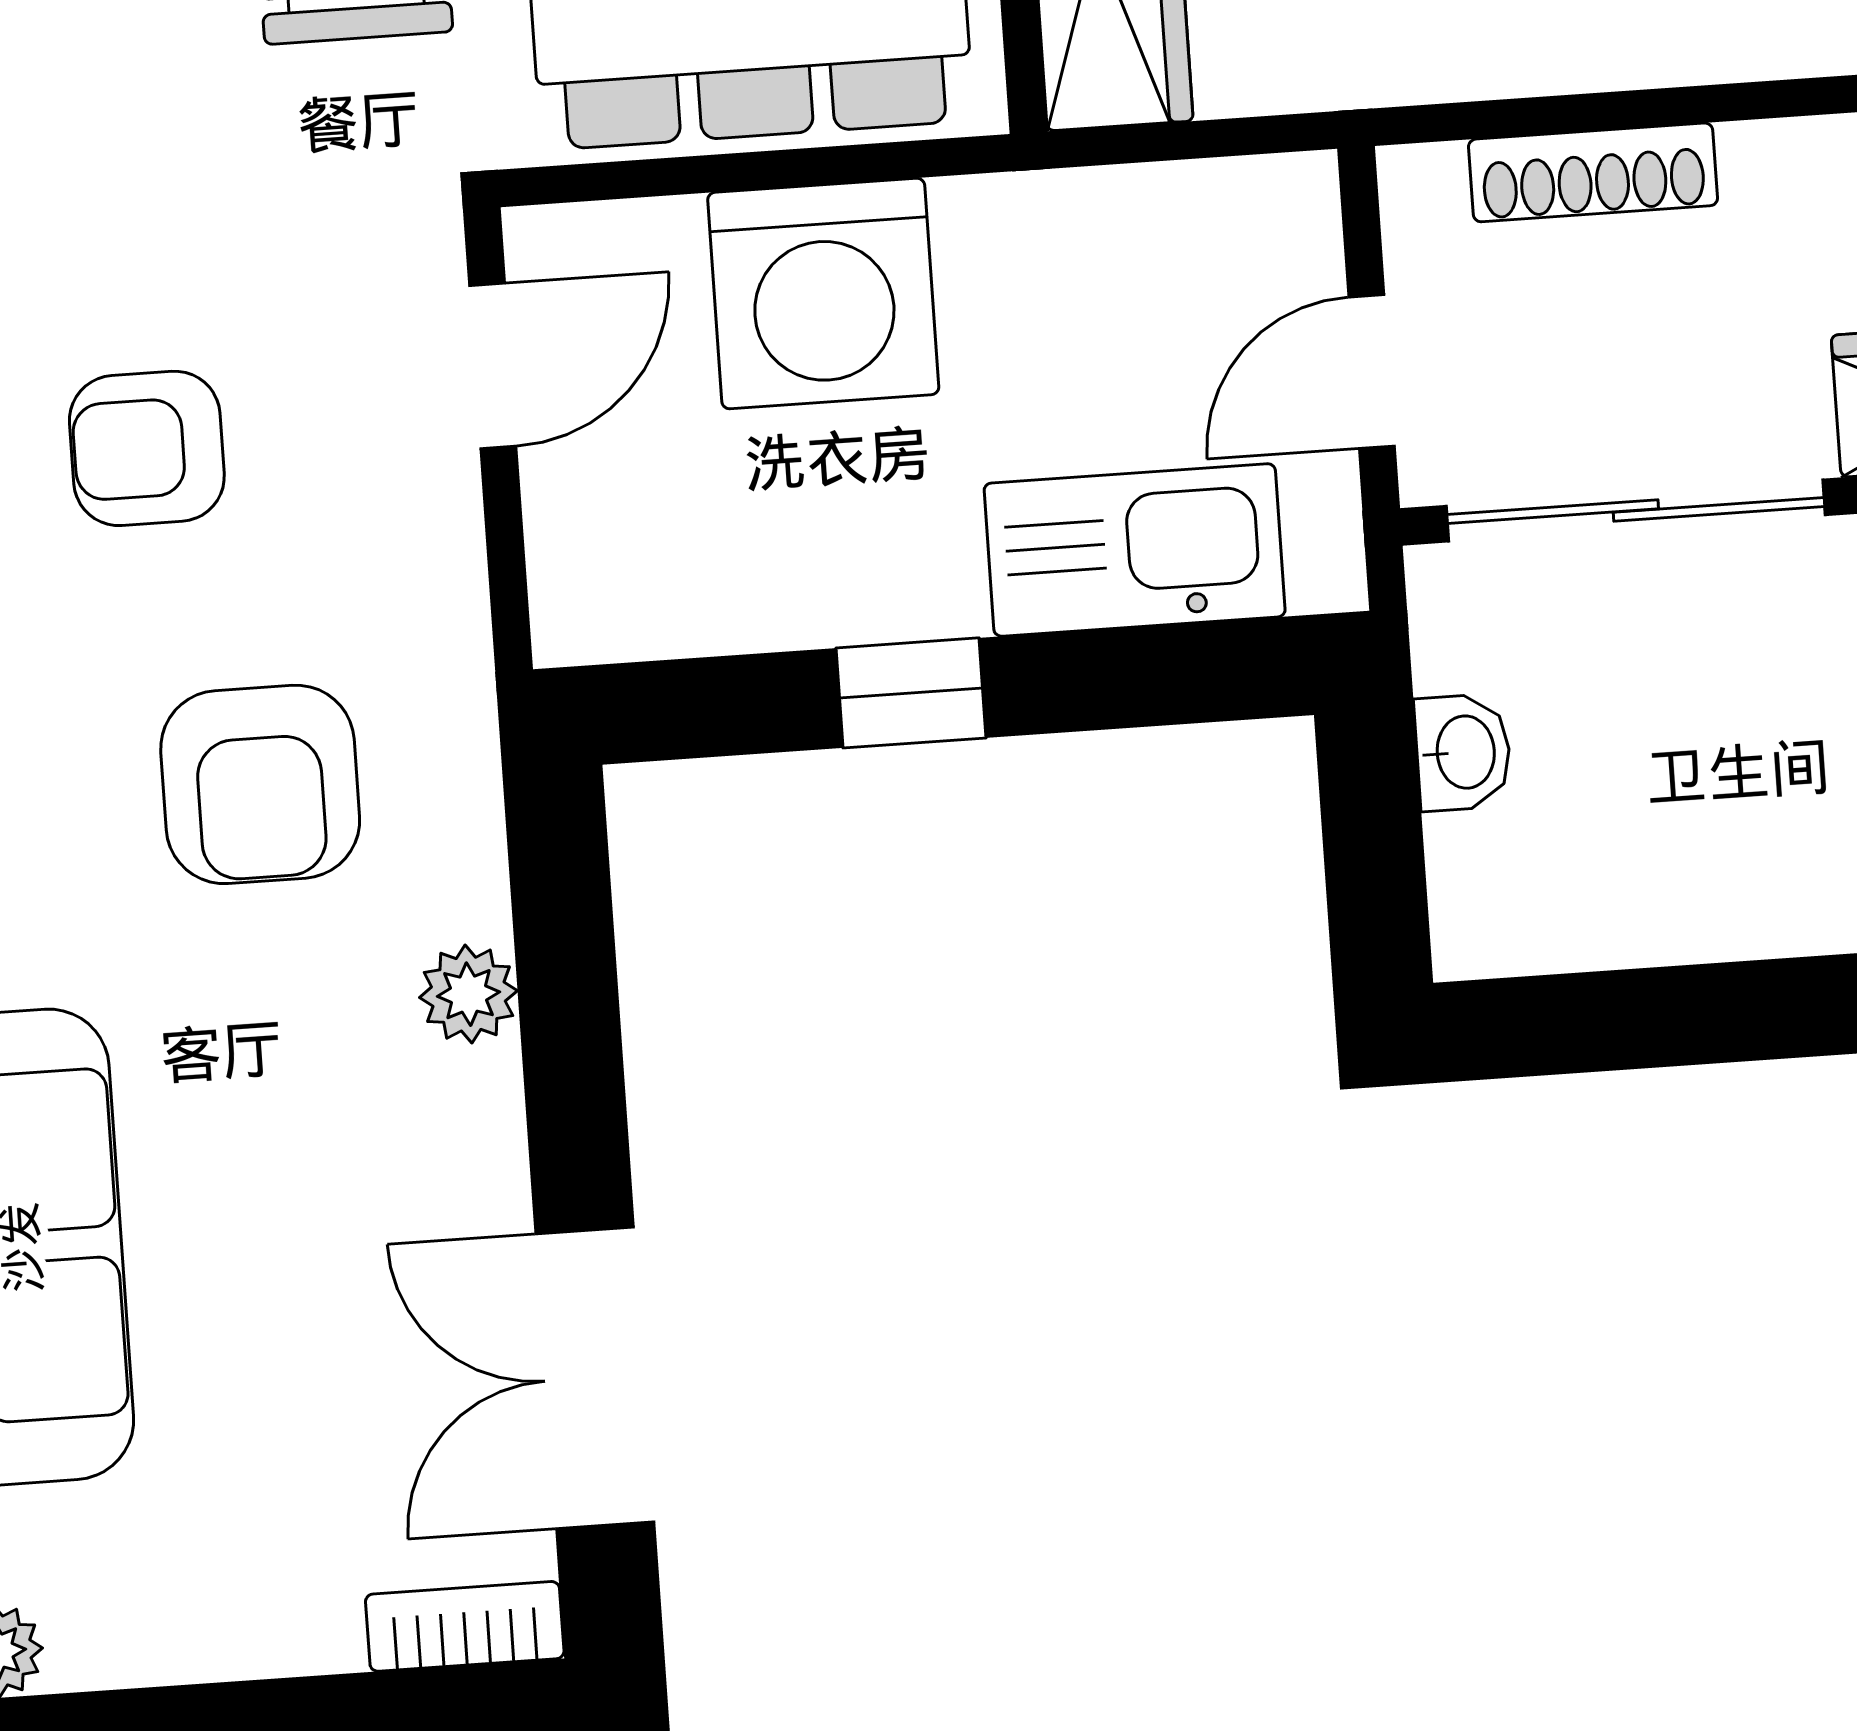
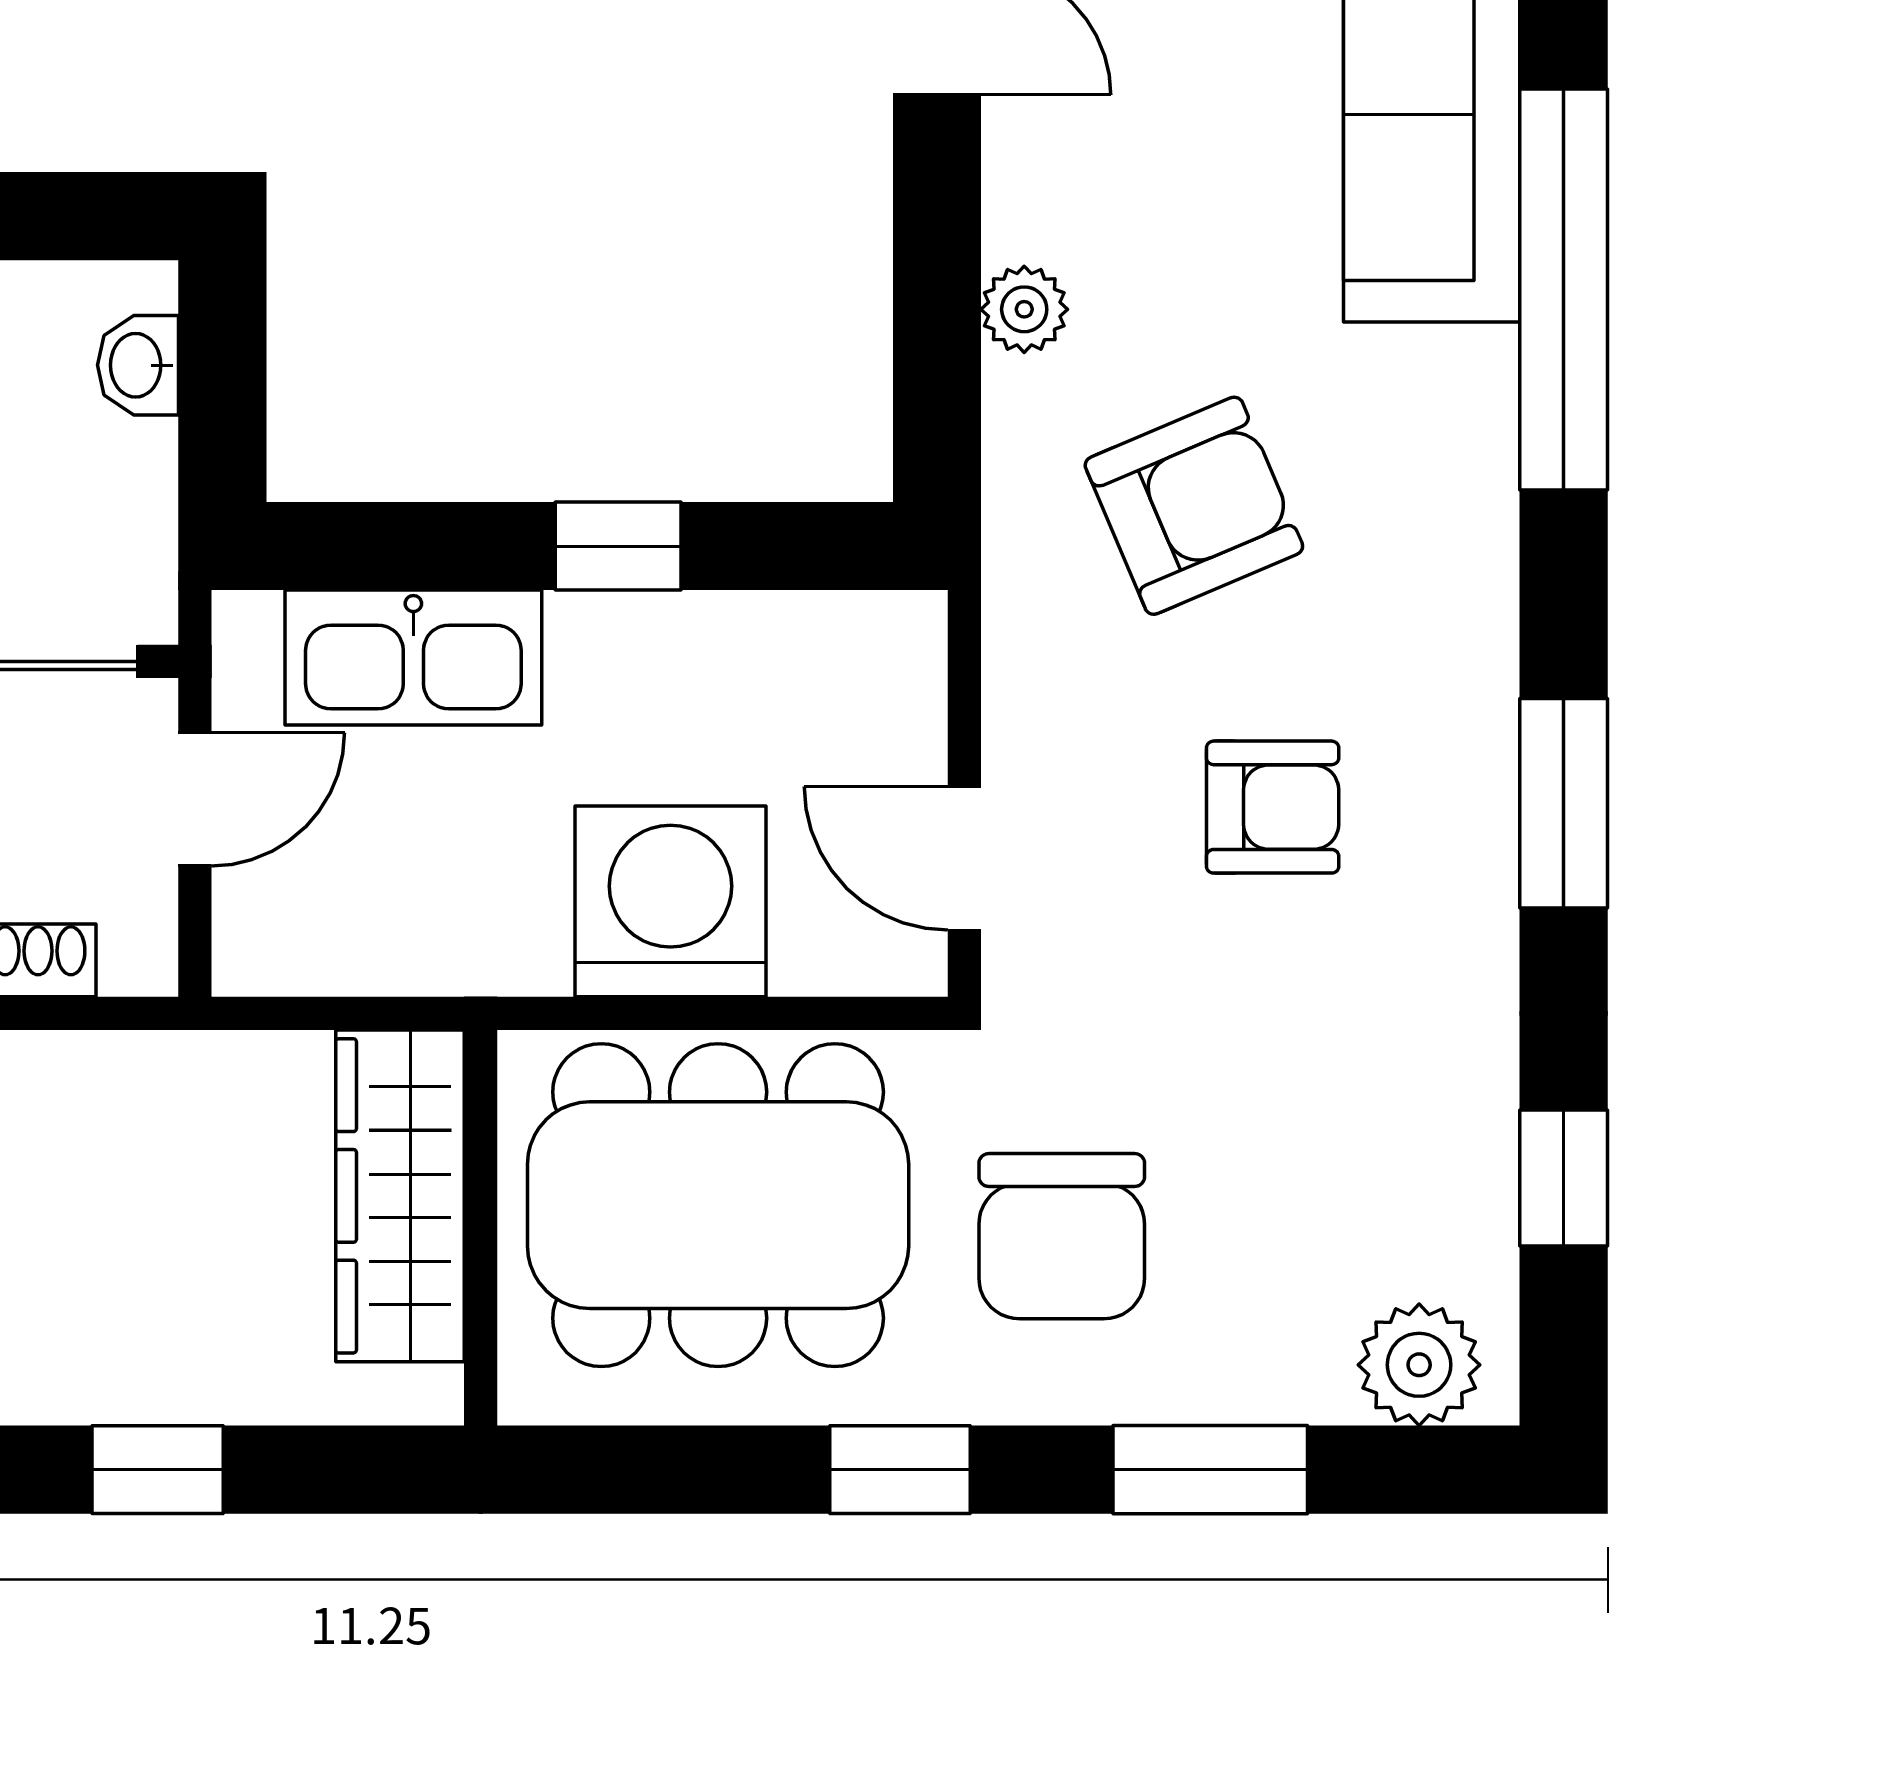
door: (493, 366) -> (964, 858), hinge flipped
washbasin: (1463, 752) -> (138, 365), moved
armchair: (260, 784) -> (1194, 506), turned 67

